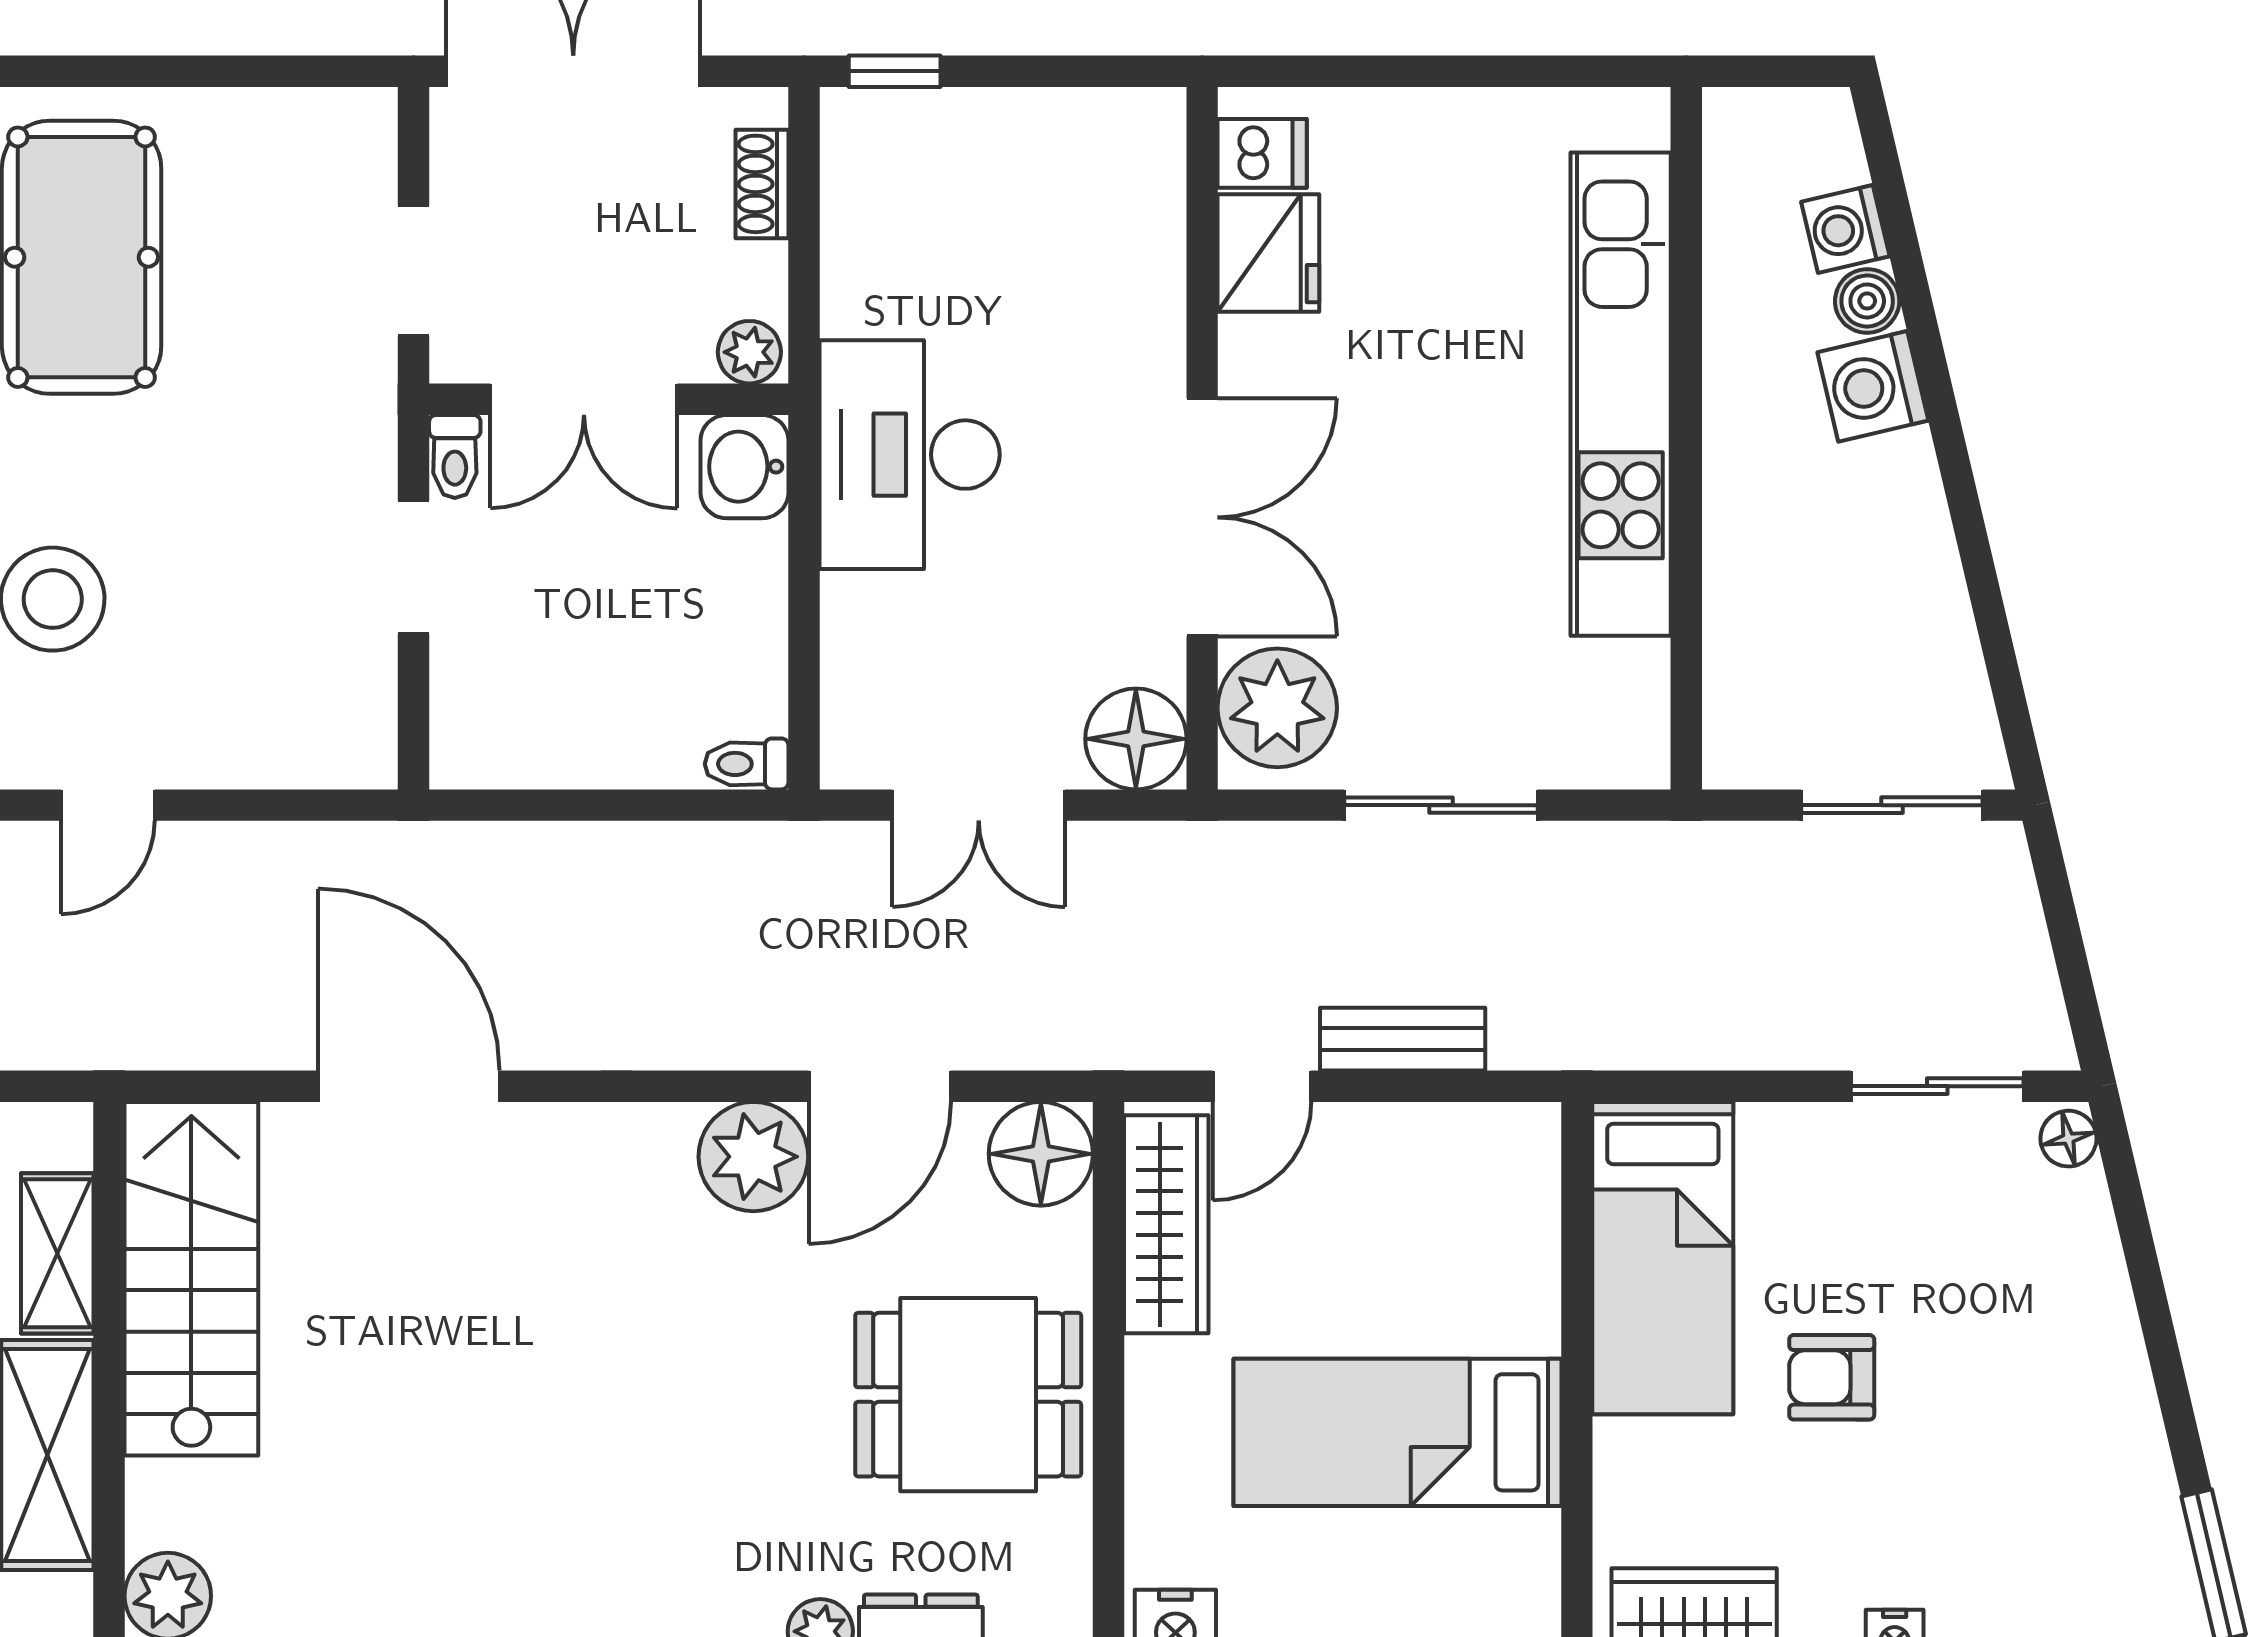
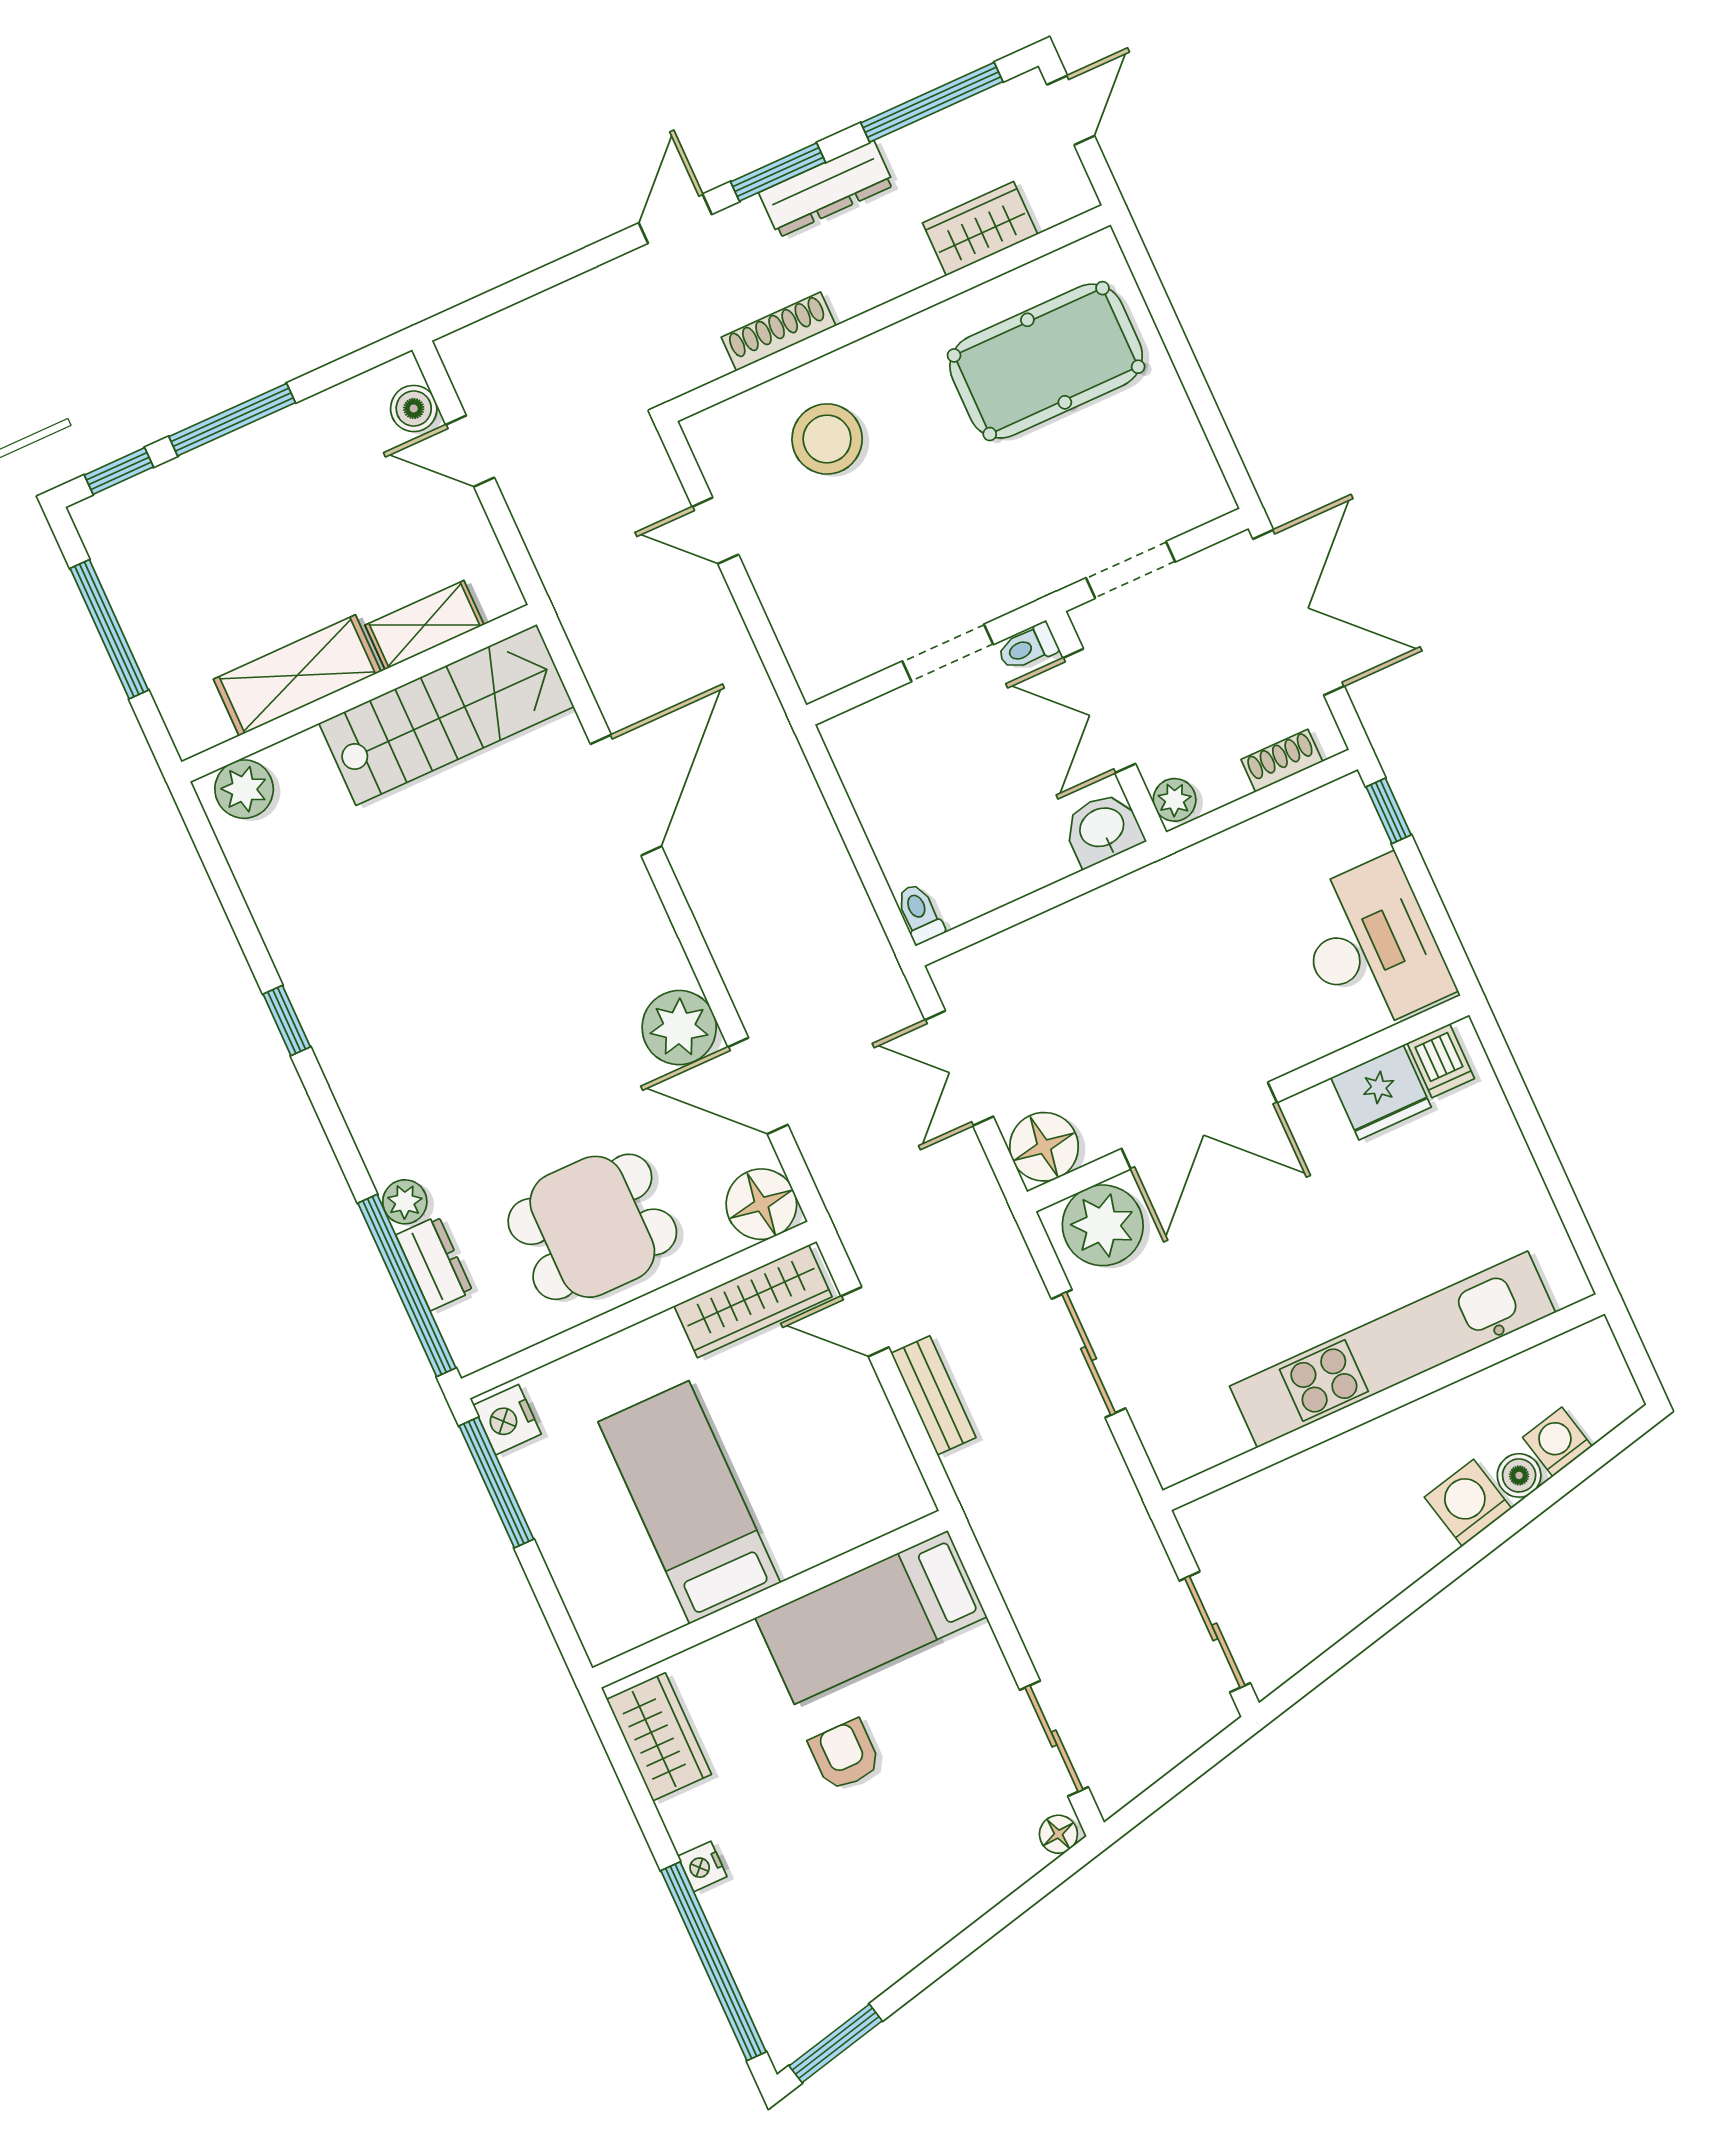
desk: (910, 455) -> (1371, 946), moved, turned 90
dining table: (968, 1395) -> (592, 1227), turned 90

